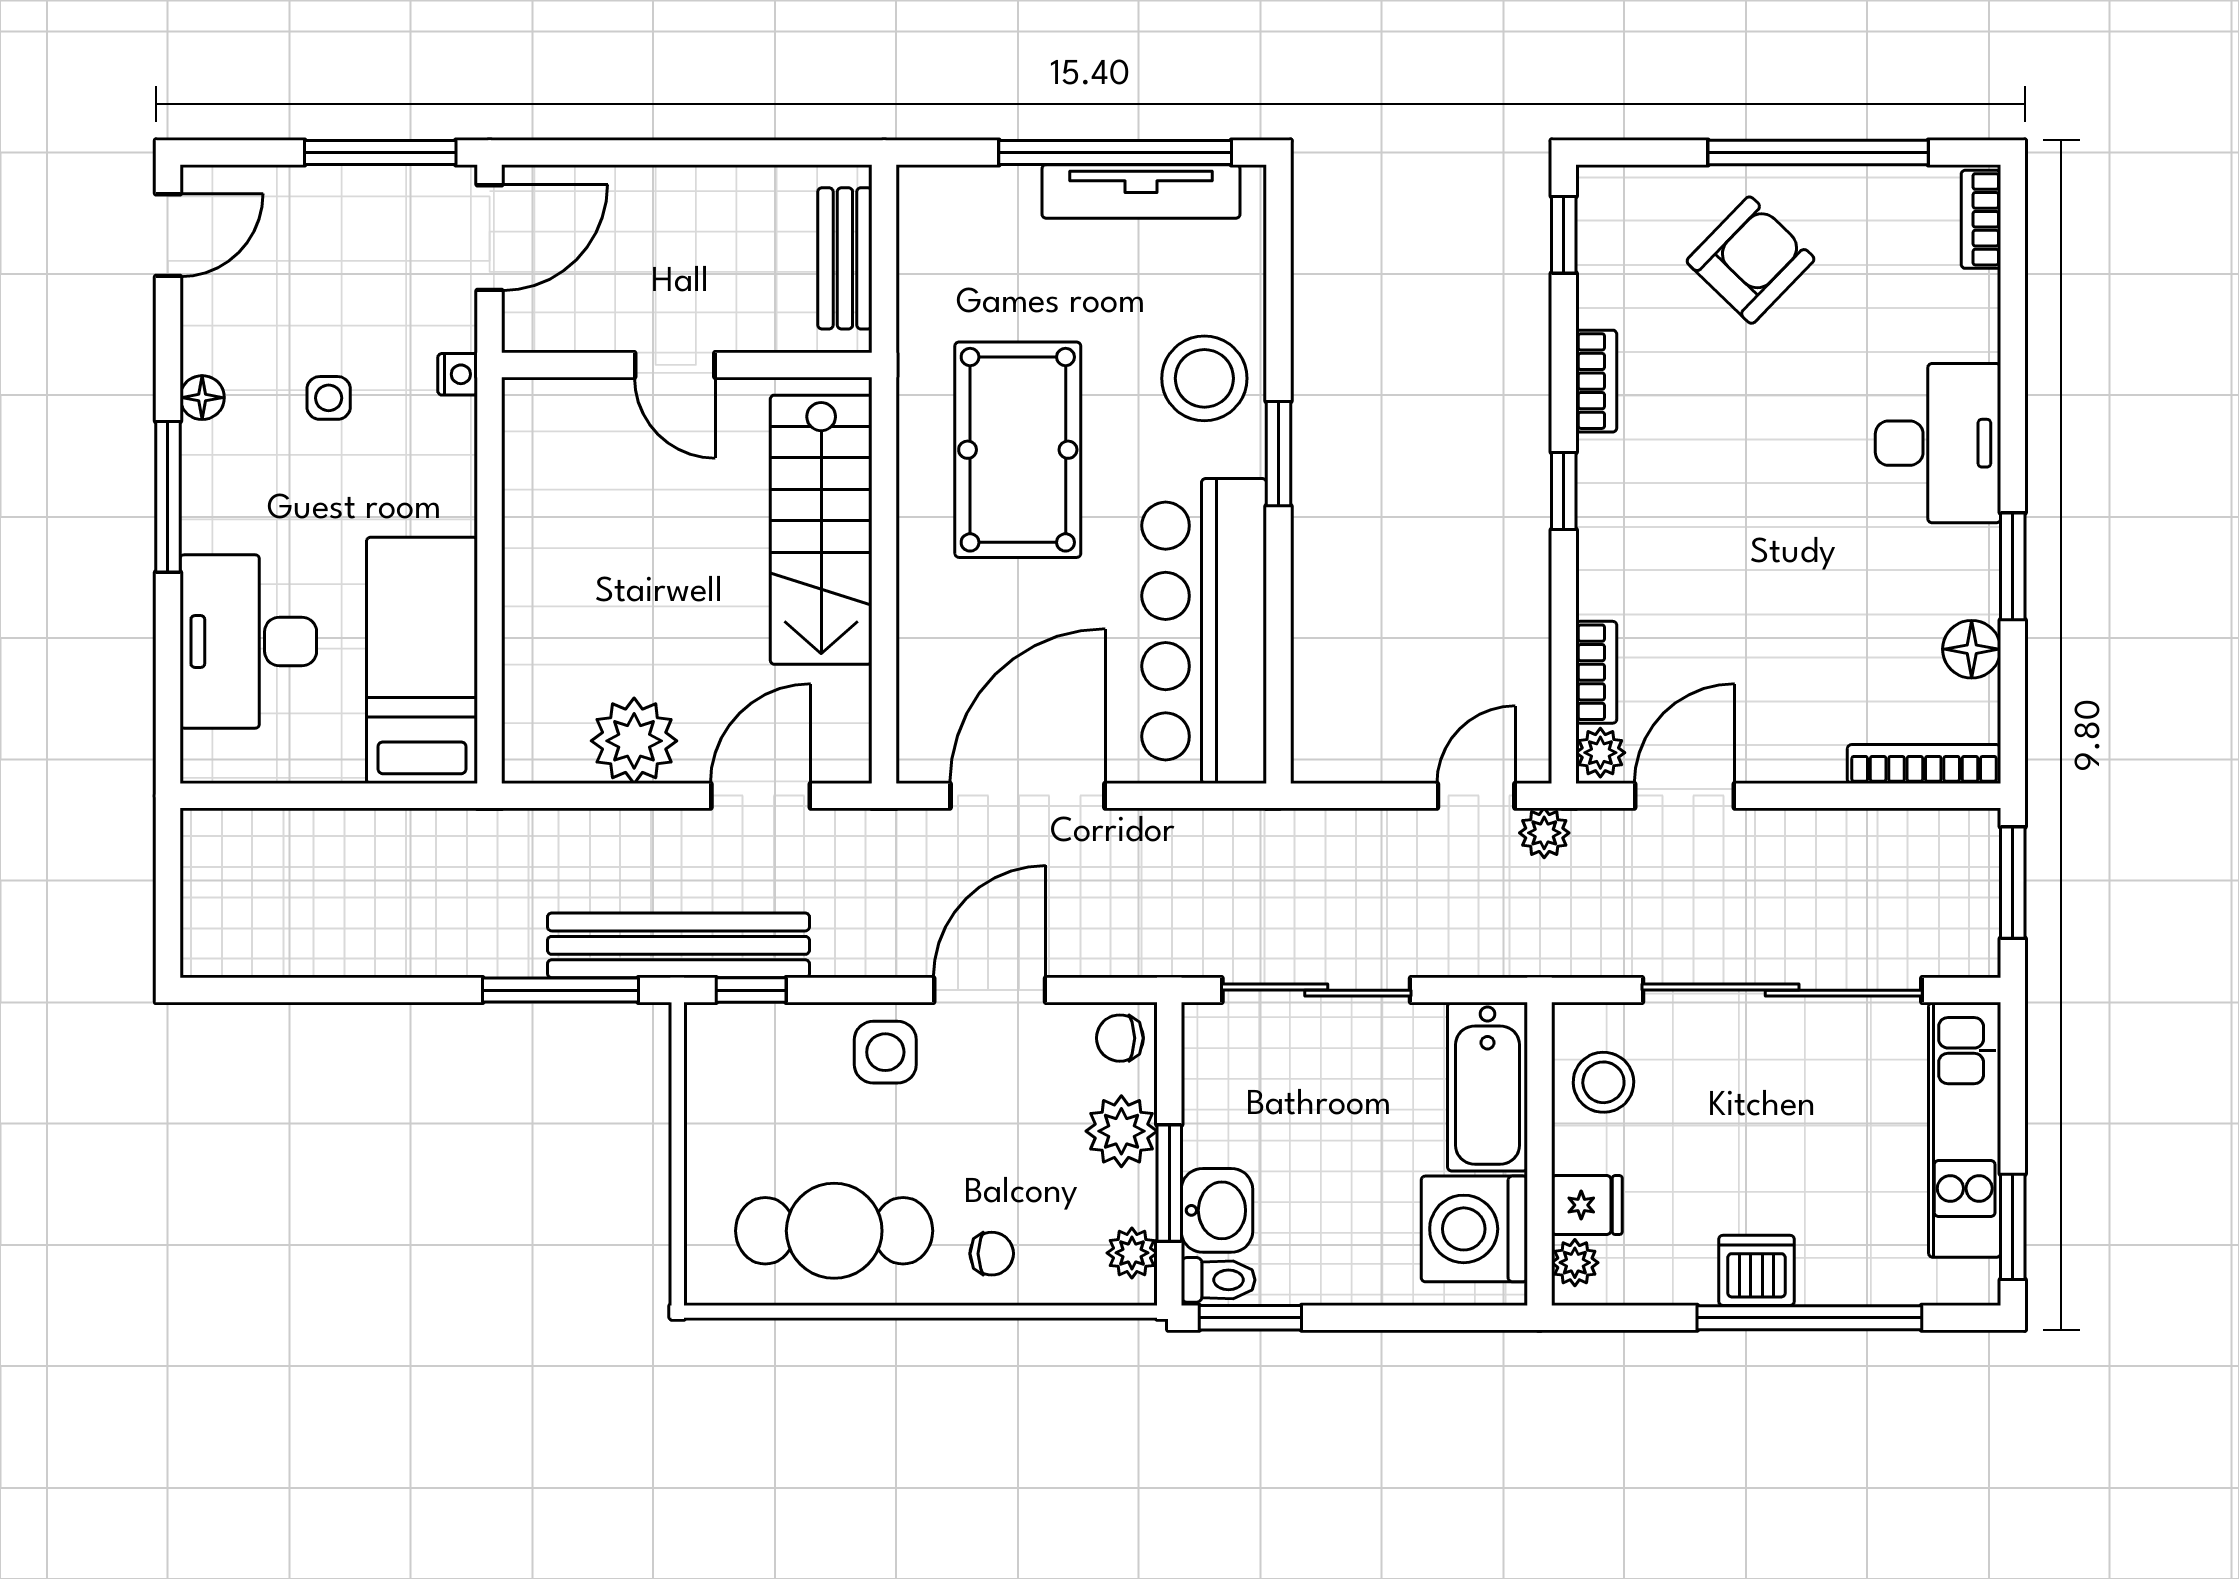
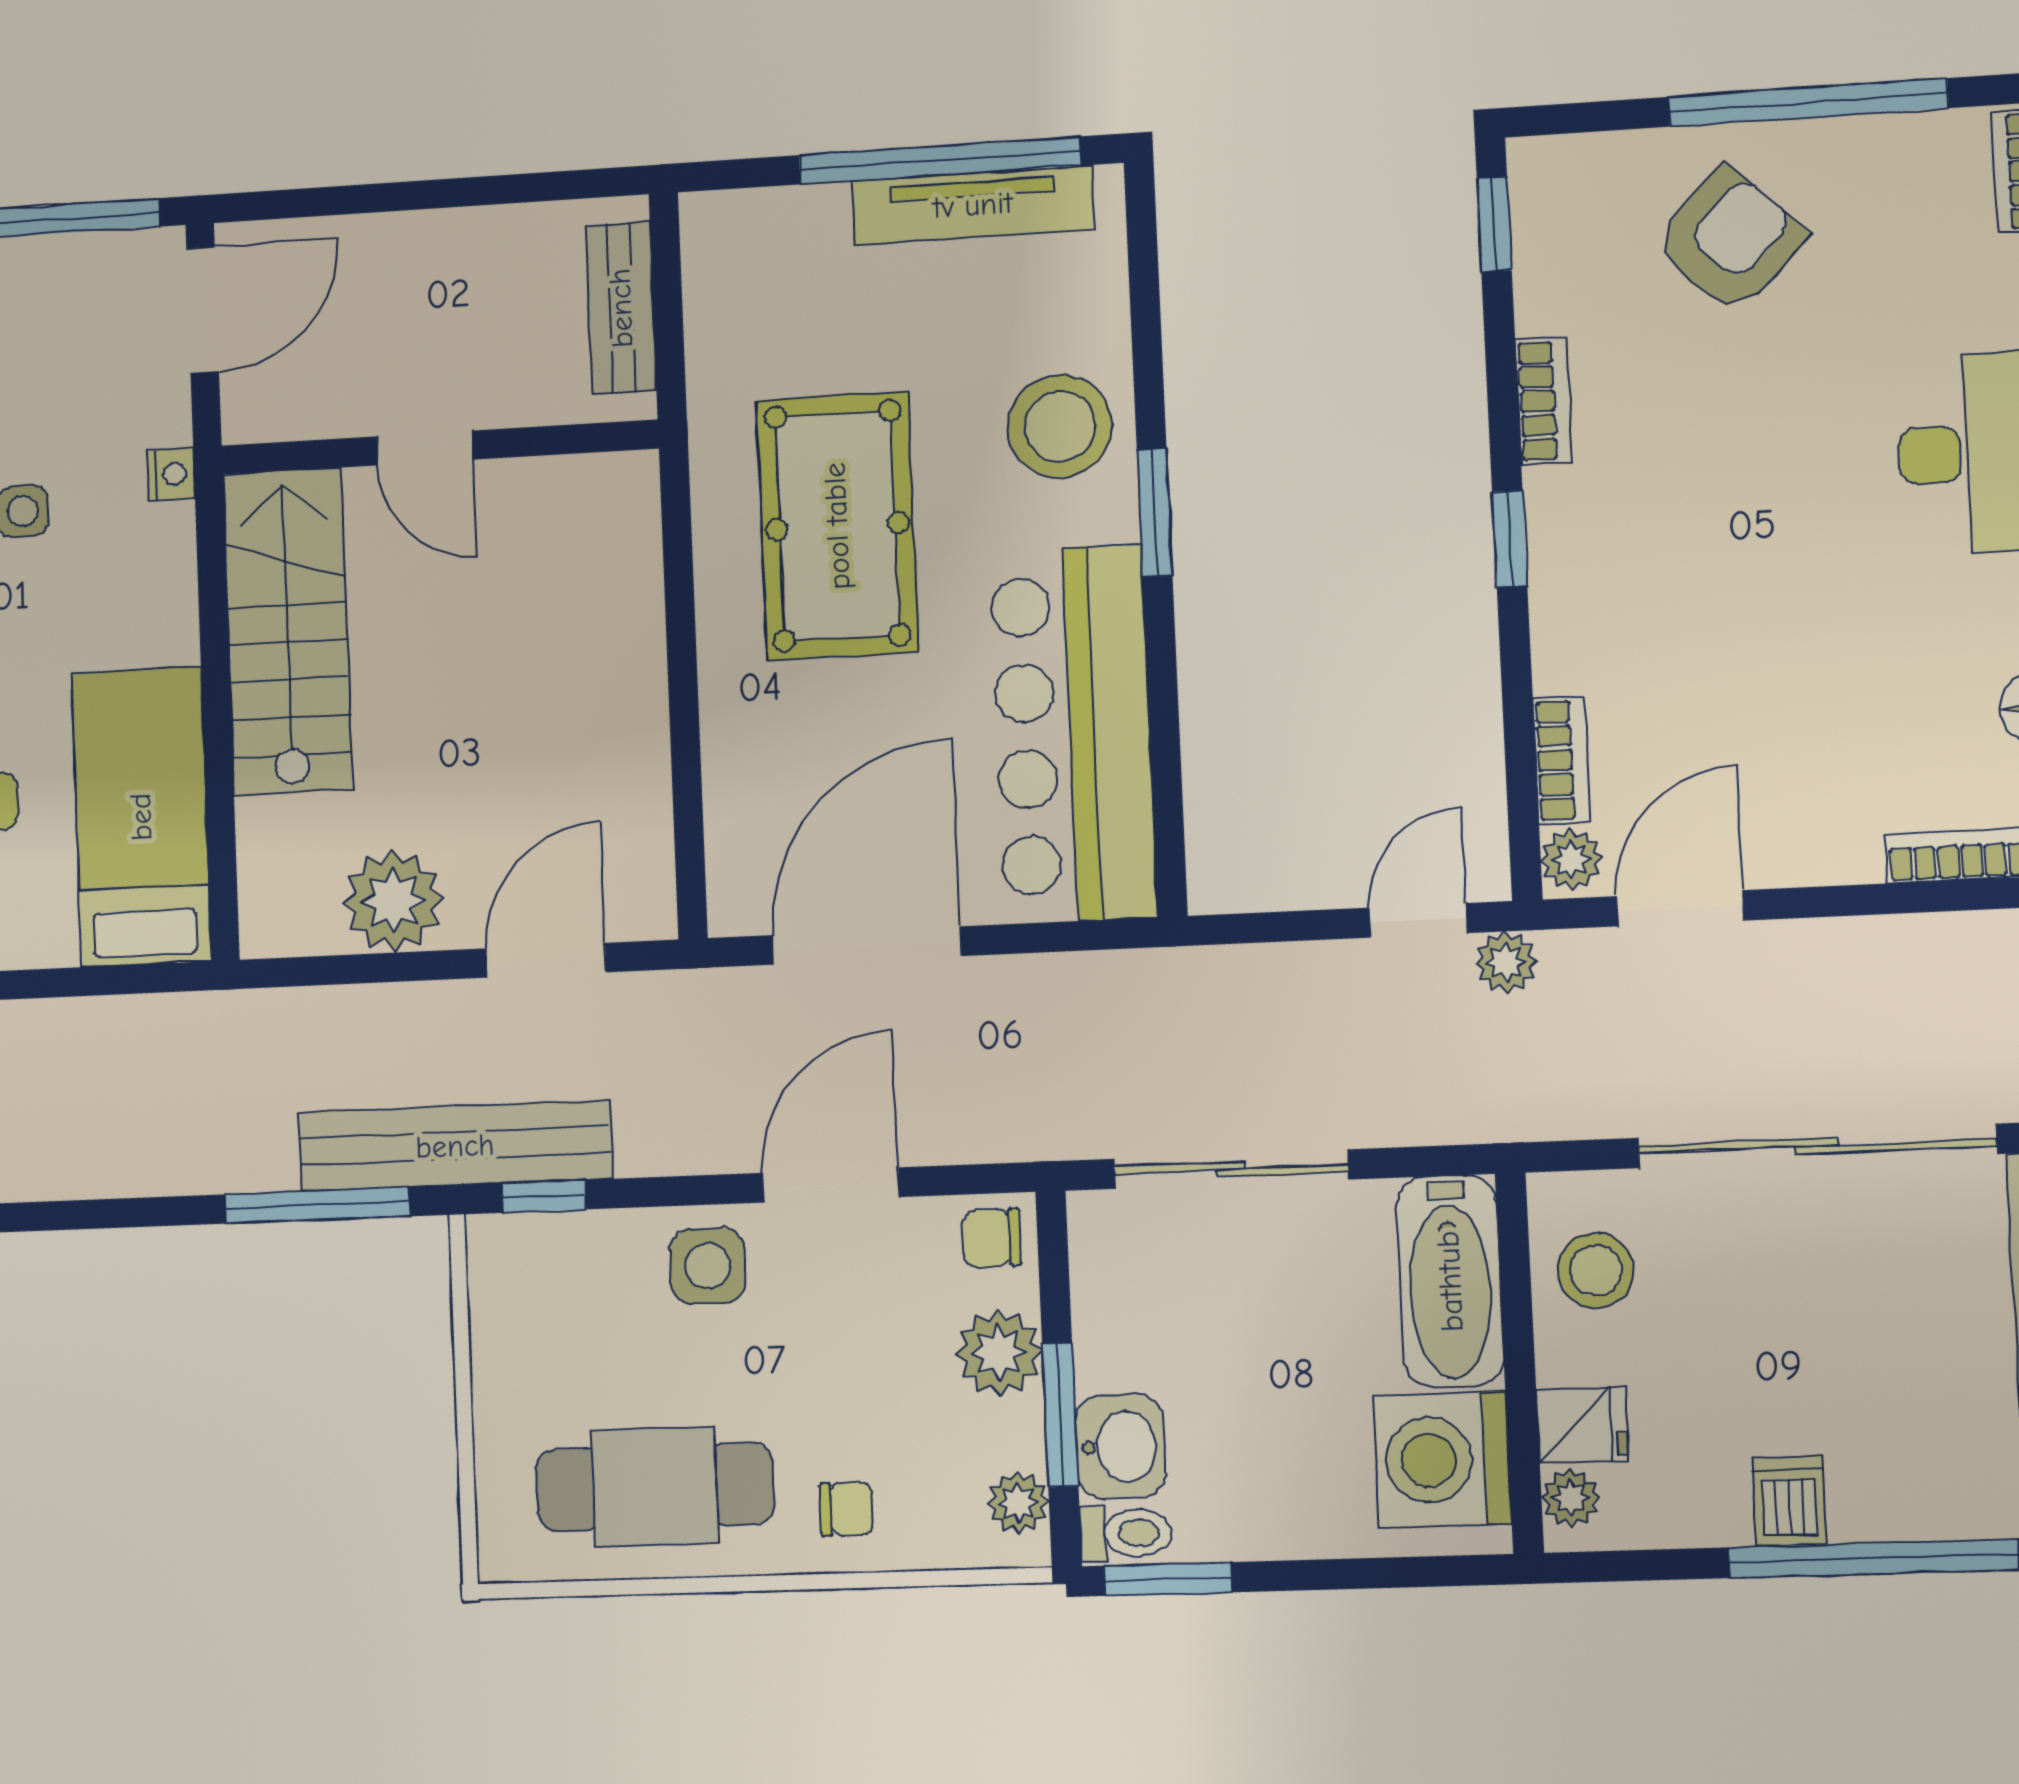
stairs: (821, 530) -> (288, 631), moved, turned 180
dishwasher: (1756, 1270) -> (1789, 1501), width x0.73

